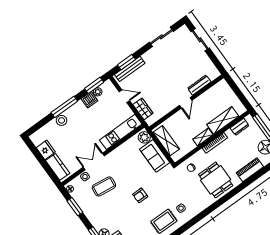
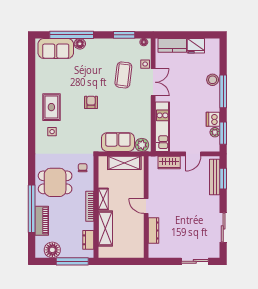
window: (247, 183) -> (32, 209), added

